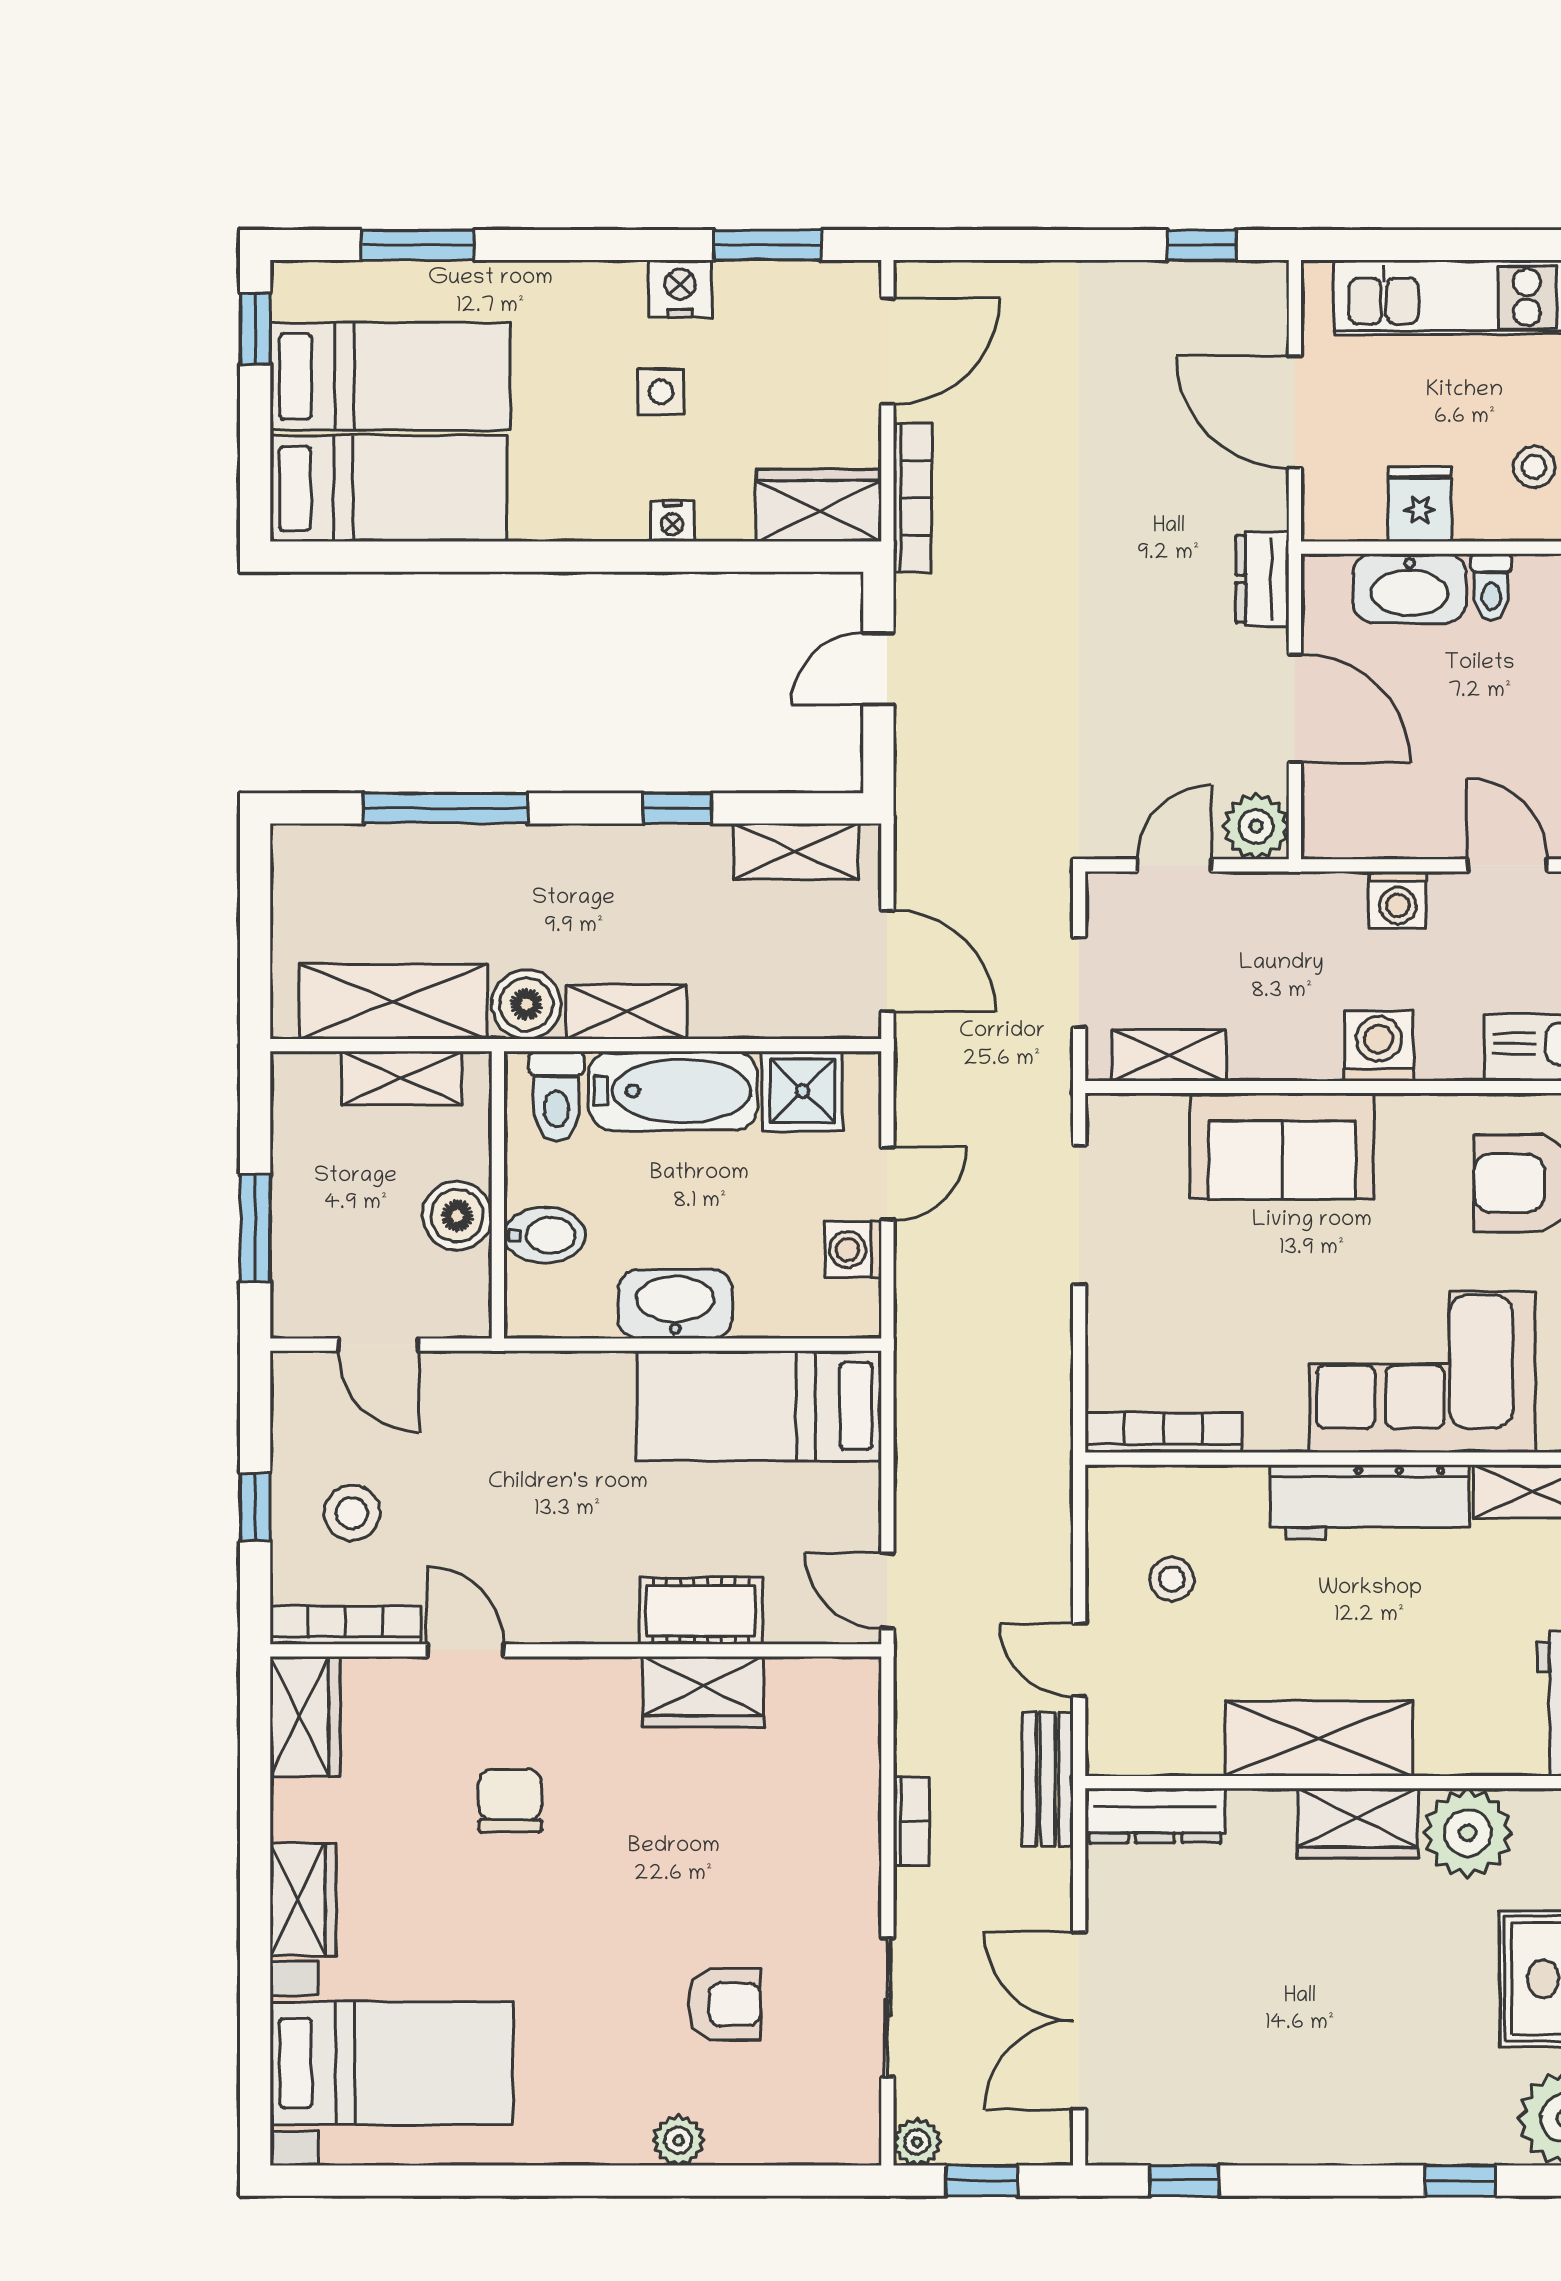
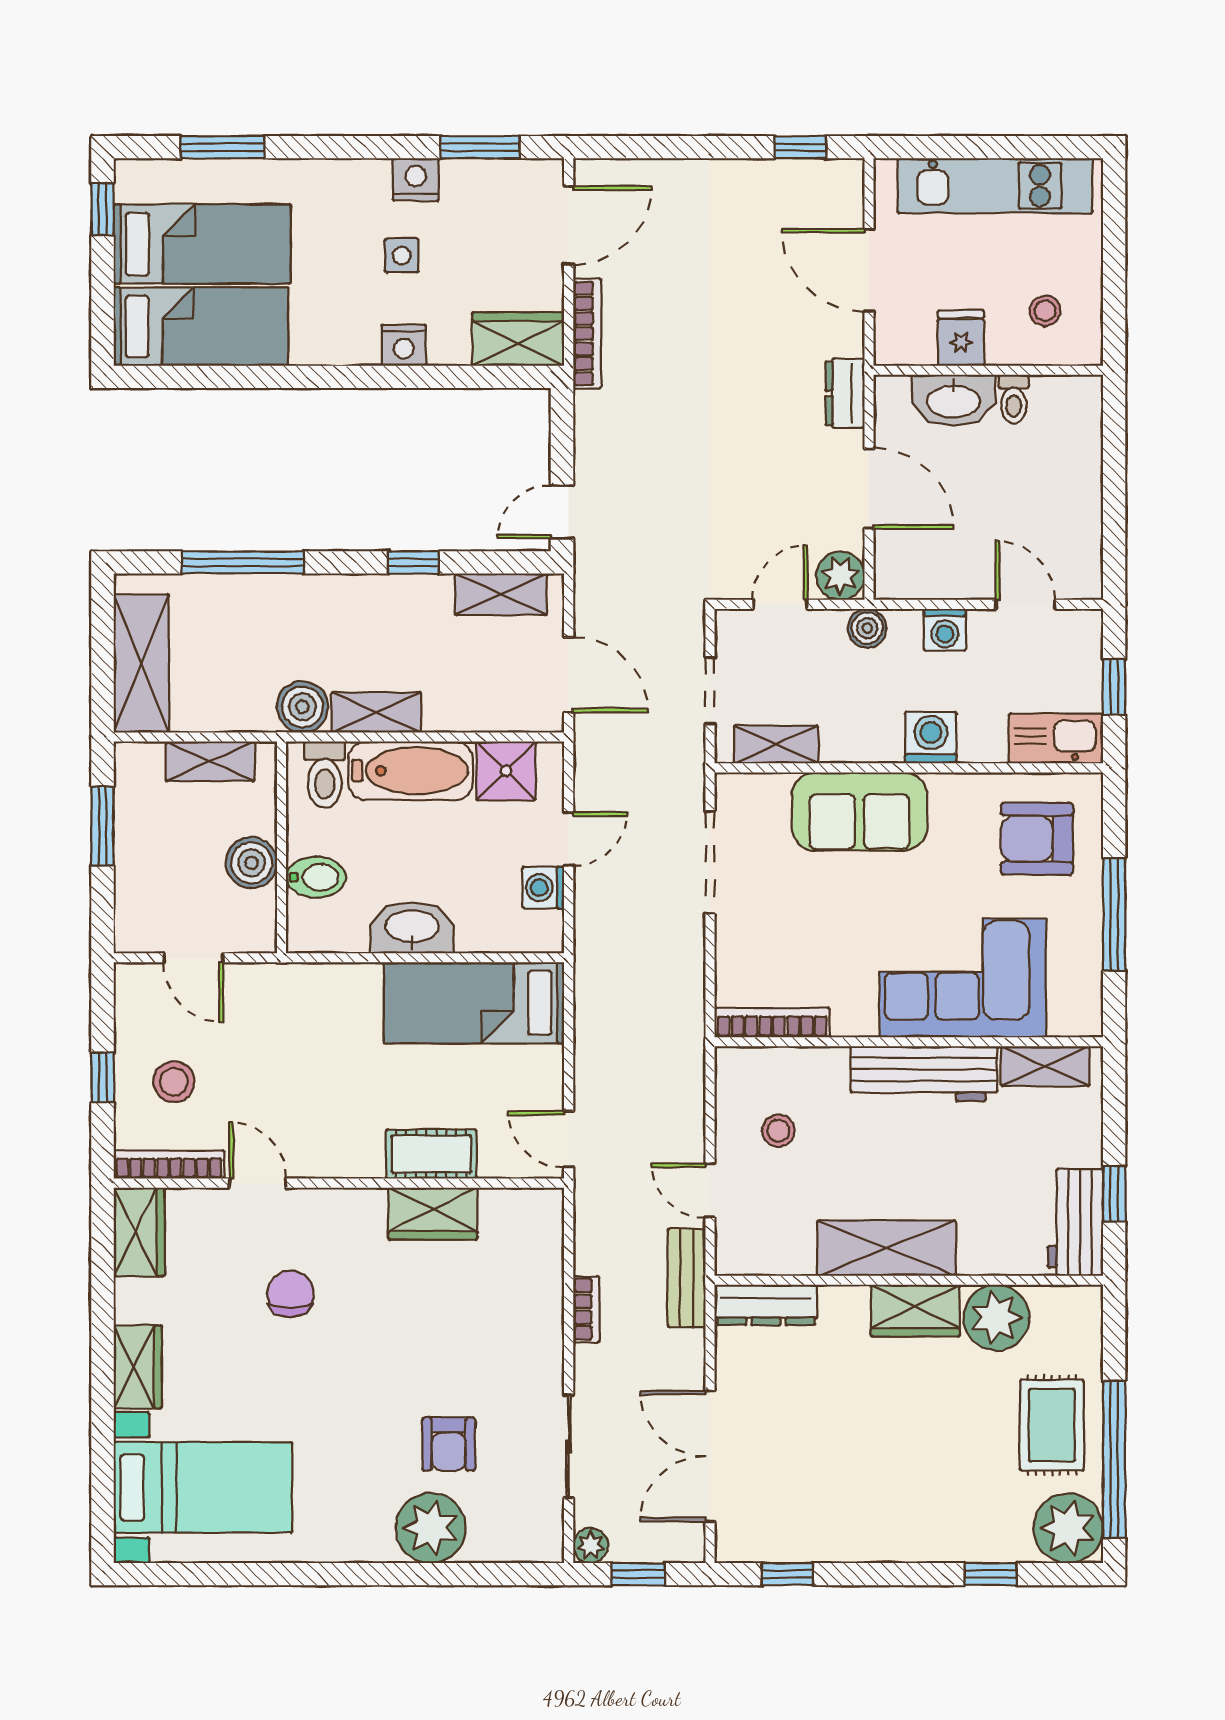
nightstand: (672, 521) -> (404, 345), width x1.39, depth x1.35
door: (878, 669) -> (562, 512), moved
boiler: (1293, 898) -> (867, 628), added
shelving: (393, 1002) -> (141, 663), moved, turned 90
window: (255, 1228) -> (103, 826), moved
armchair: (725, 2004) -> (449, 1444), turned 90
plant: (678, 2140) -> (431, 1528), width x1.87, depth x1.87

